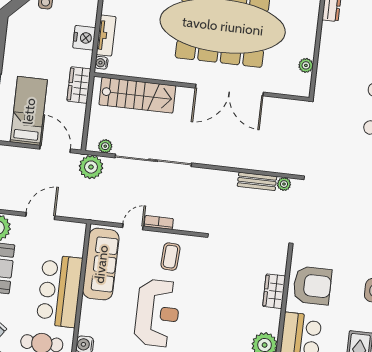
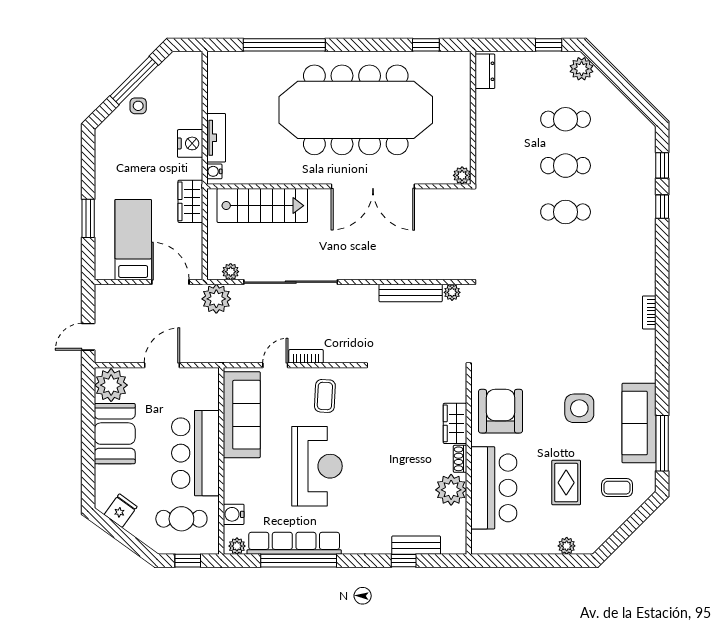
plant: (306, 65) -> (462, 175), moved
bench: (257, 181) -> (411, 293), width x1.36
armchair: (312, 286) -> (500, 411), turned -90
shoe rack: (275, 321) -> (460, 459), added

